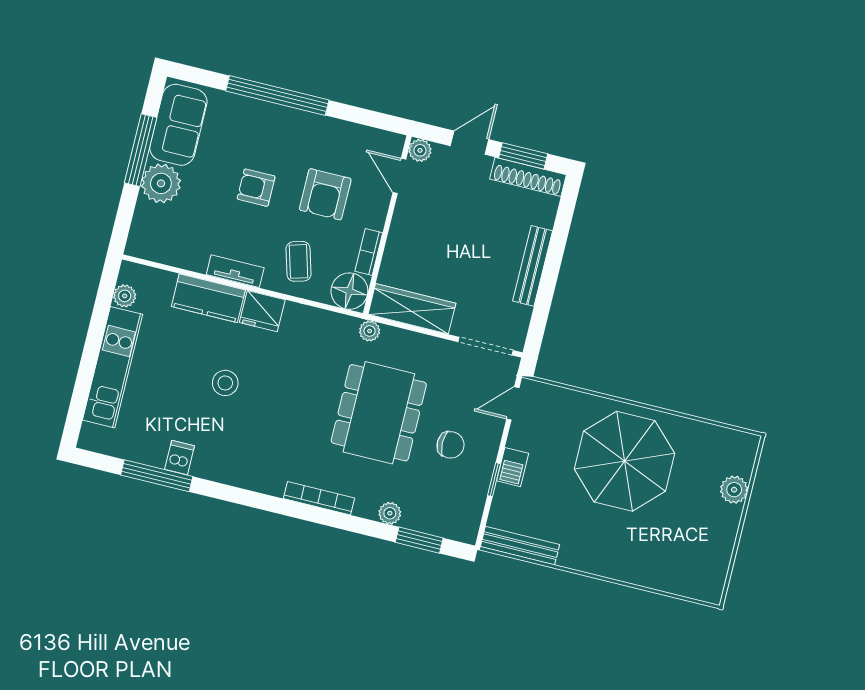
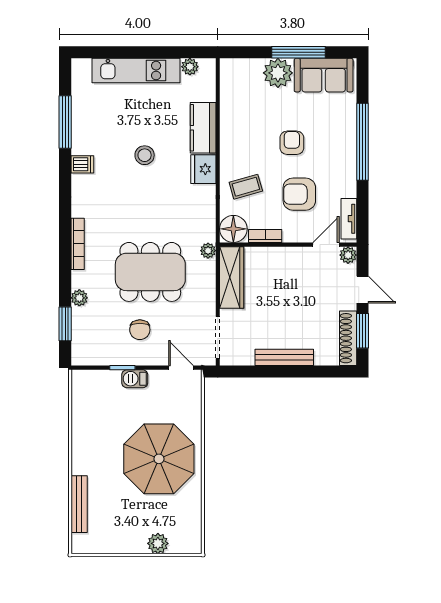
tv unit: (235, 271) -> (349, 219), moved, turned 180
dishwasher: (180, 458) -> (82, 164), moved
bench: (520, 546) -> (79, 504), moved

